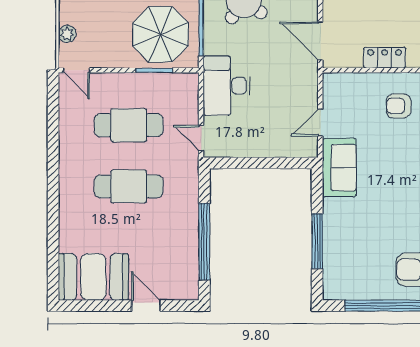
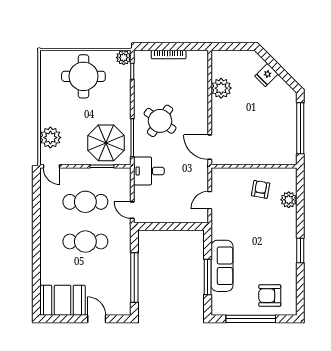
plant: (67, 34) -> (50, 138), width x1.88, depth x1.88
locker: (385, 58) -> (251, 158), removed
desk: (227, 86) -> (149, 171), width x0.73
armchair: (399, 106) -> (261, 189), turned 100
sofa: (339, 168) -> (222, 266), moved, width x1.36

